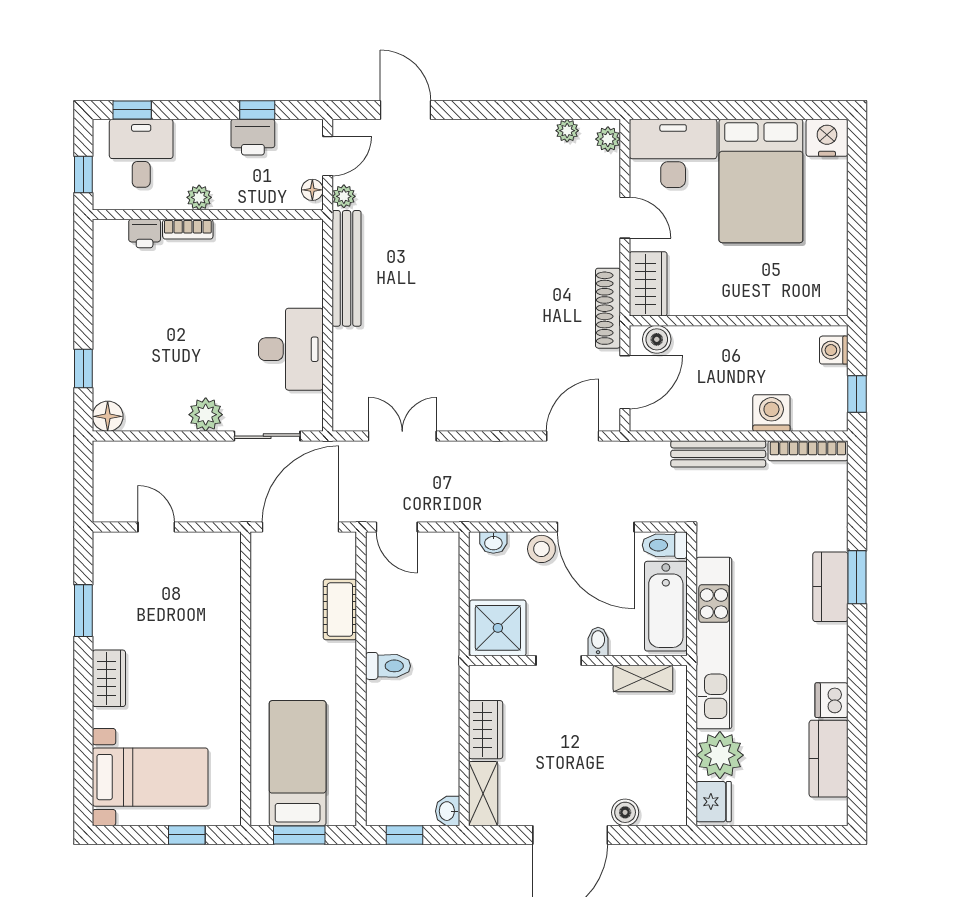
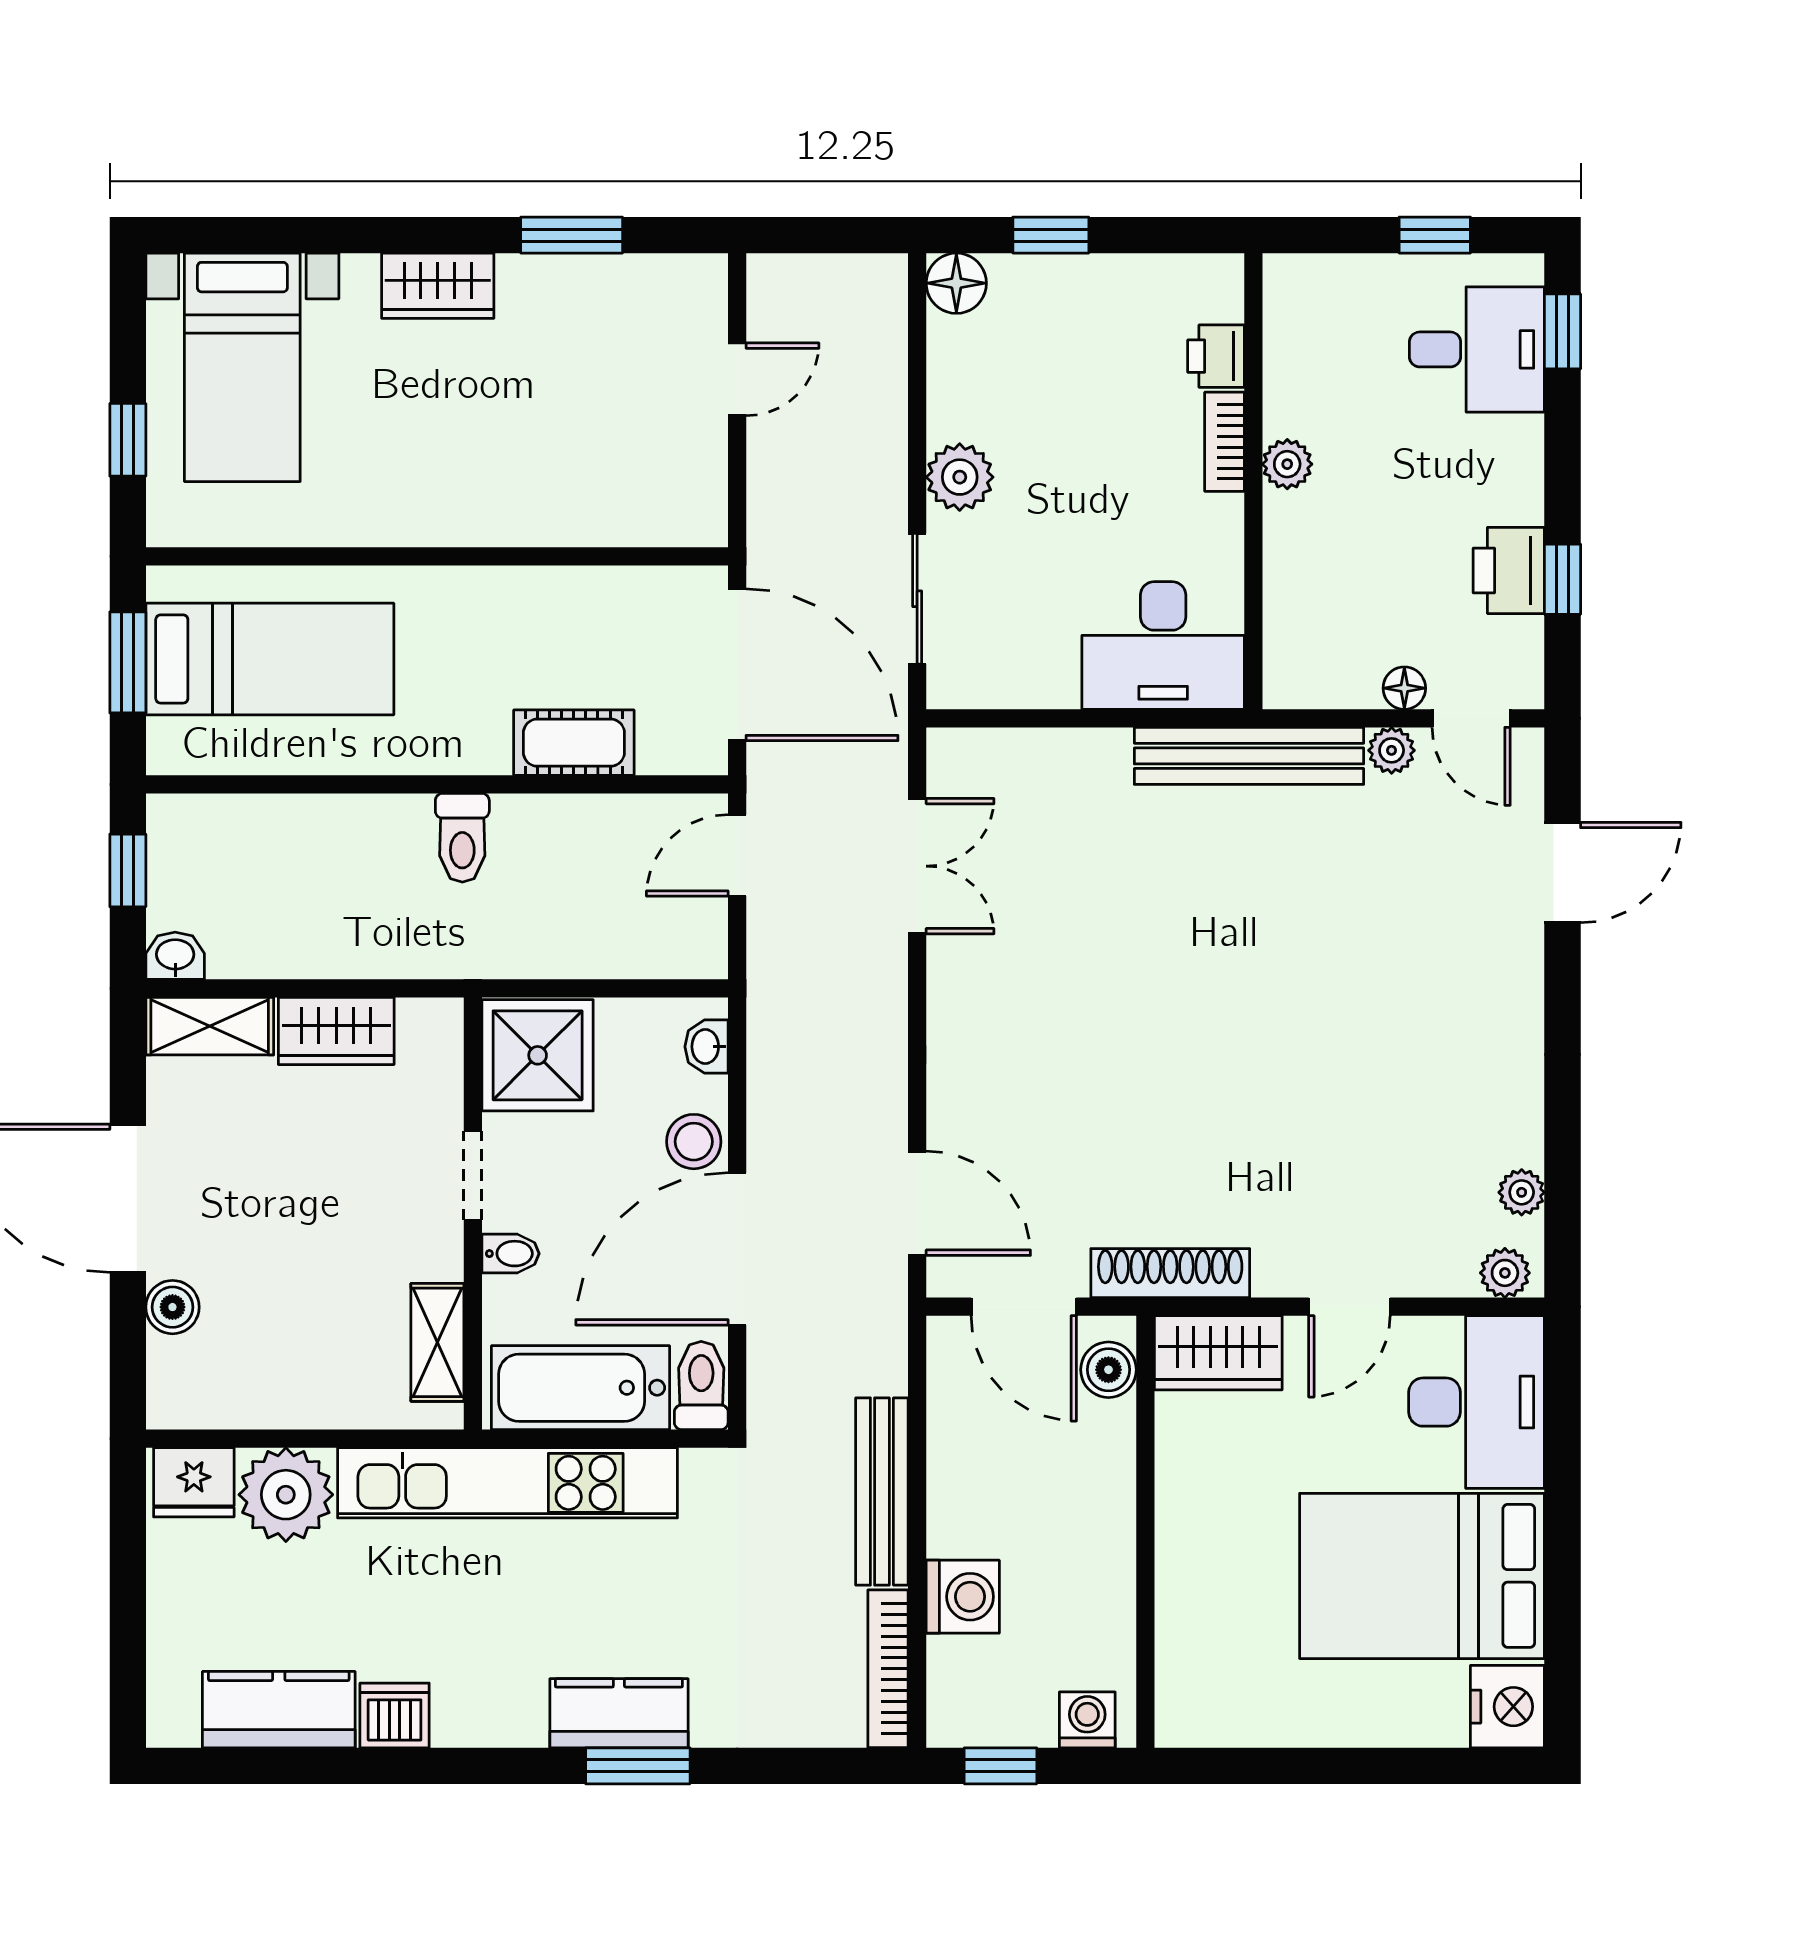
plant: (199, 197) -> (1287, 464), moved
wall: (208, 215) -> (1253, 481), moved
bookcase: (188, 229) -> (1225, 442), moved
printer: (145, 233) -> (1216, 356), moved
desk: (291, 349) -> (1163, 646), moved

